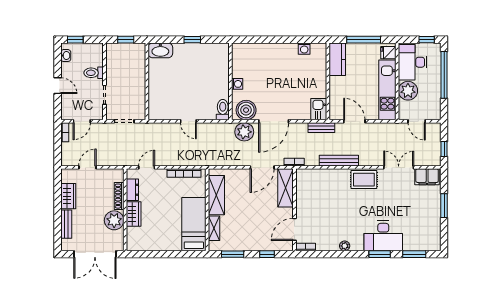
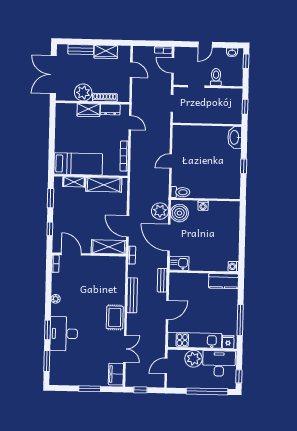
kitchen counter: (337, 59) -> (223, 281), moved
wall: (328, 81) -> (204, 272), moved
kitchen sink: (319, 109) -> (179, 263), moved

